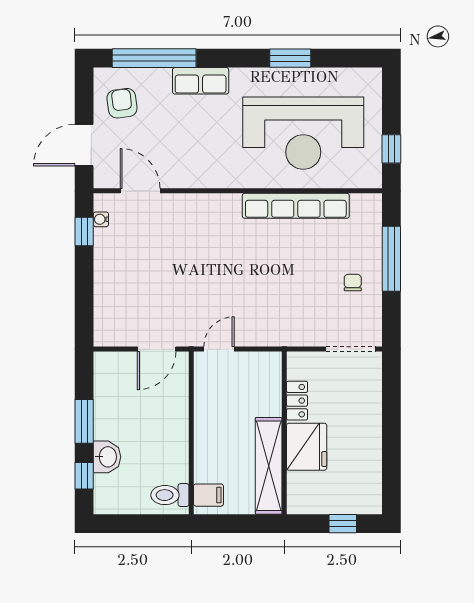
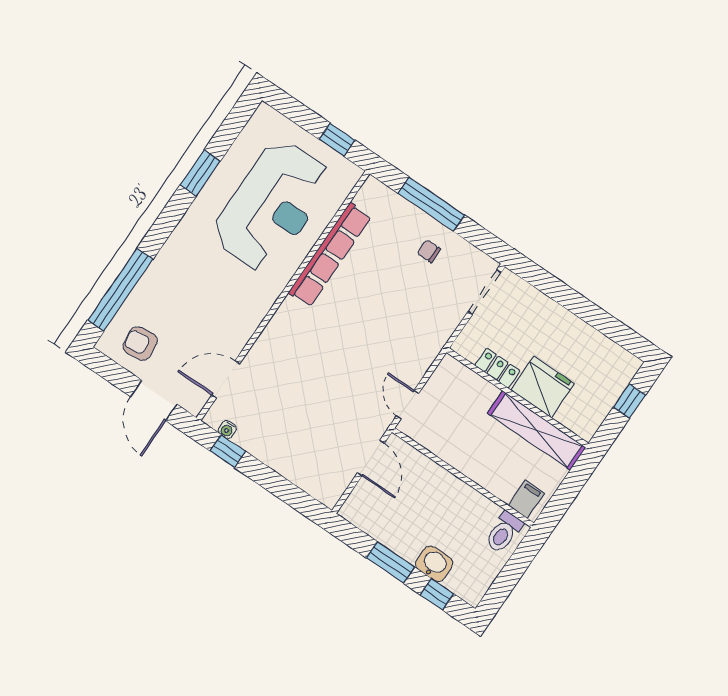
row of seats: (201, 81) -> (167, 263), removed

